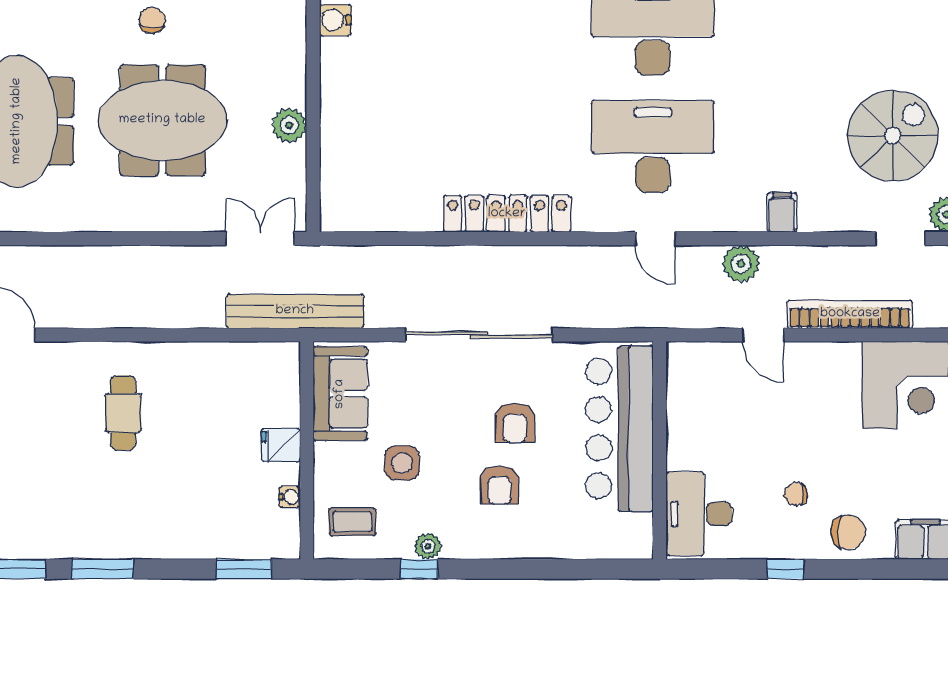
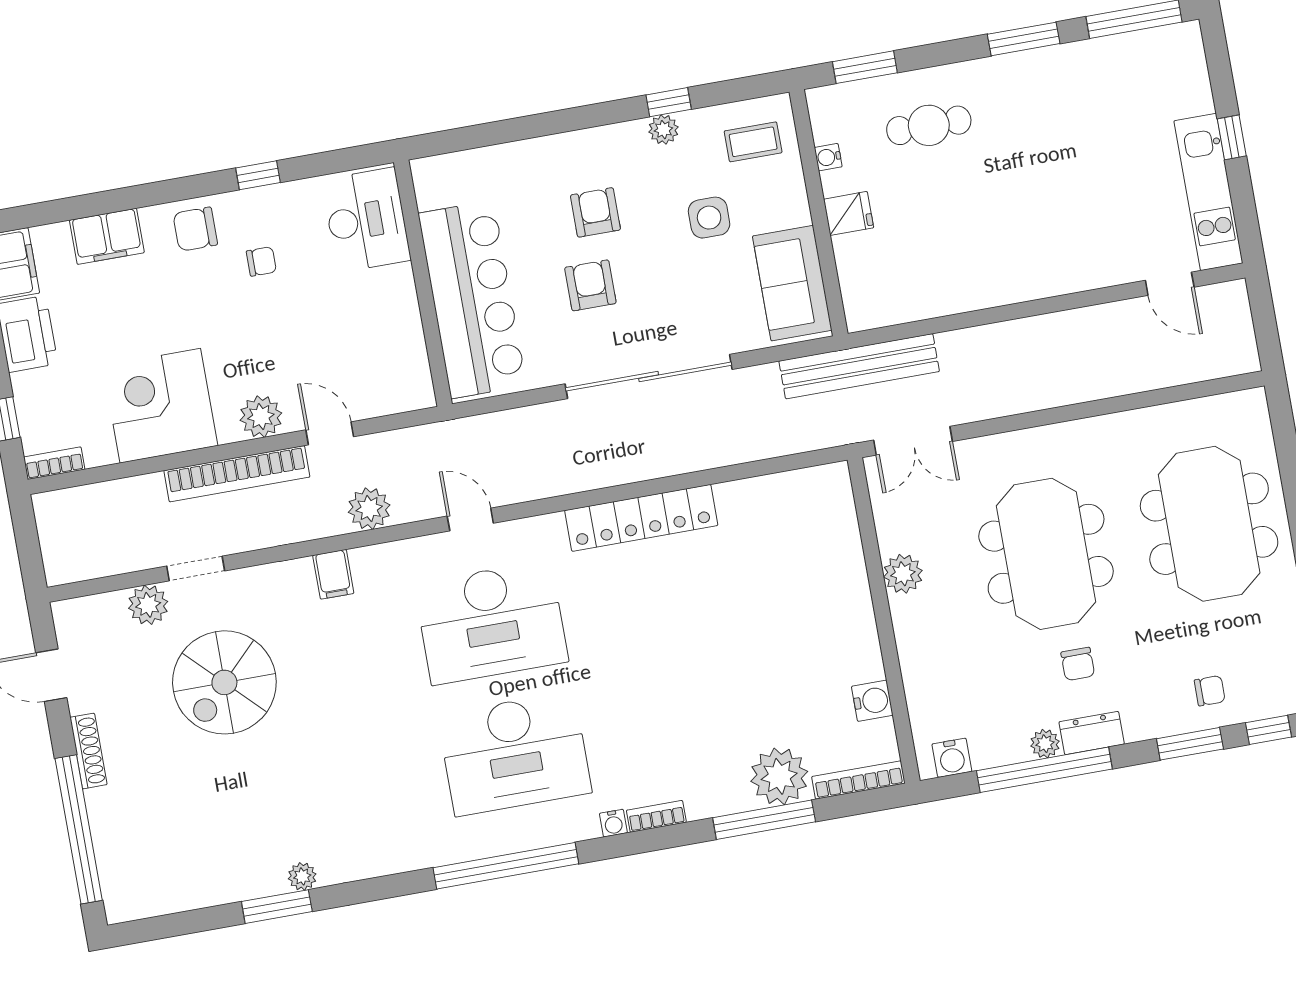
meeting table: (162, 120) -> (1046, 554), turned 90
plant: (820, 360) -> (261, 417), added
cafe table: (123, 413) -> (929, 125), moved, turned 90

